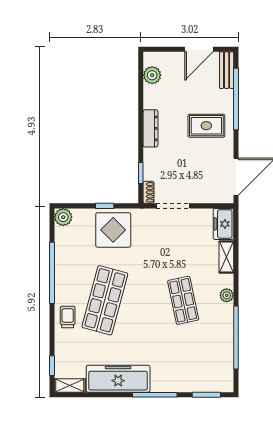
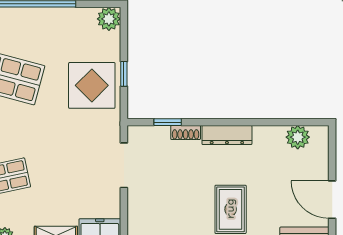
shoe rack: (149, 192) -> (186, 132), moved

